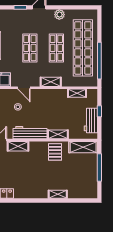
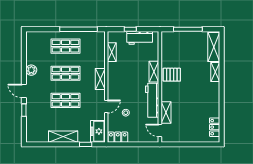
shop shelf: (83, 48) -> (65, 46), width x0.50, depth x0.74
shelving: (83, 147) -> (214, 47), moved

